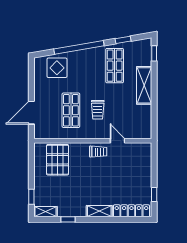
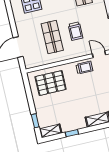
pallet: (58, 160) -> (51, 83), turned 90

